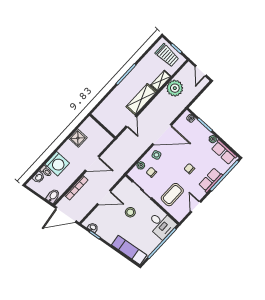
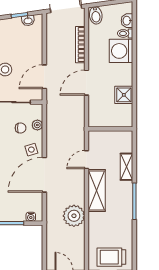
shelving: (161, 81) -> (127, 167), moved
plant: (175, 88) -> (74, 216), moved
door: (131, 121) -> (87, 160), hinge flipped
door: (104, 197) -> (44, 77), moved

